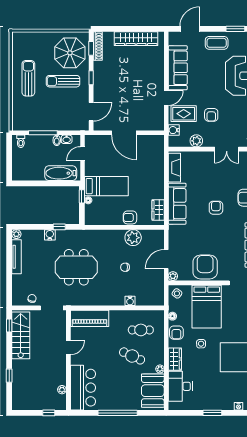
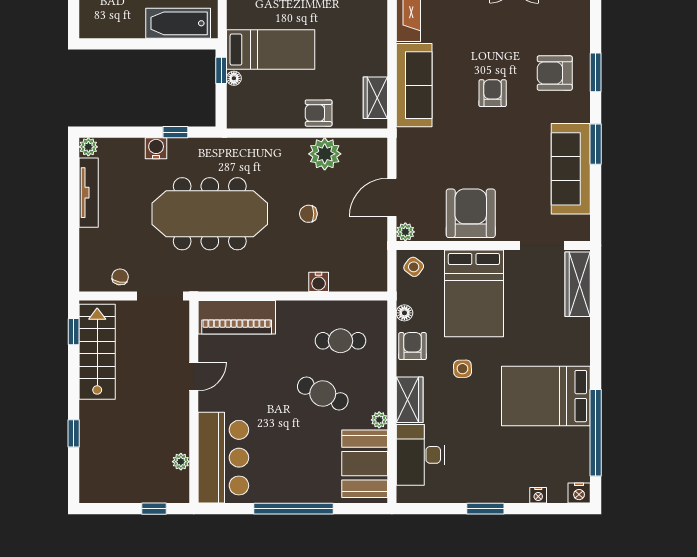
meeting table: (76, 267) -> (210, 214), width x1.36
armchair: (176, 333) -> (413, 346), turned 180

